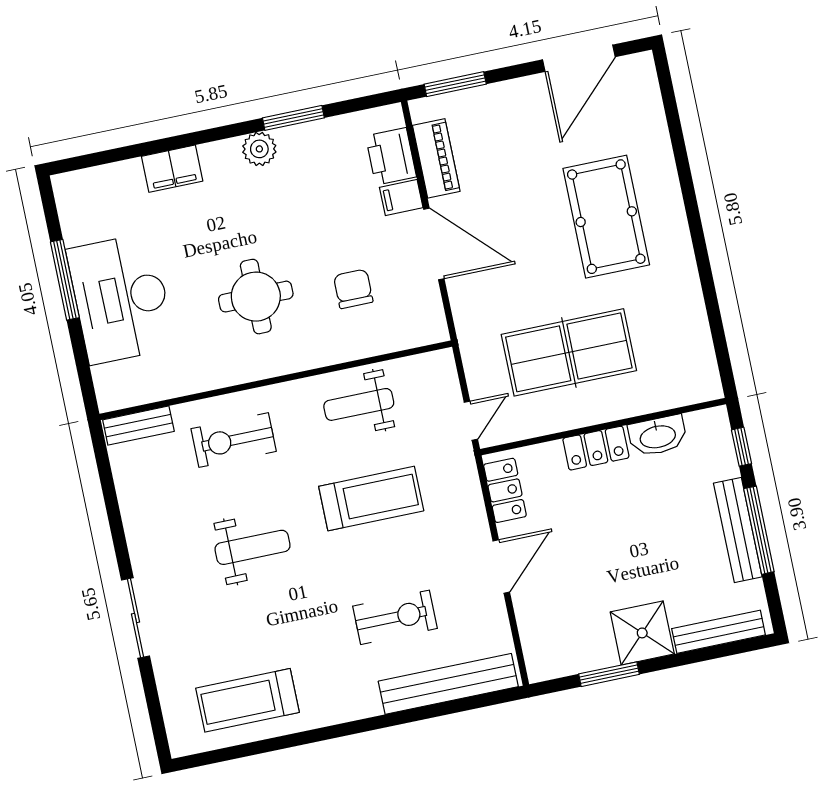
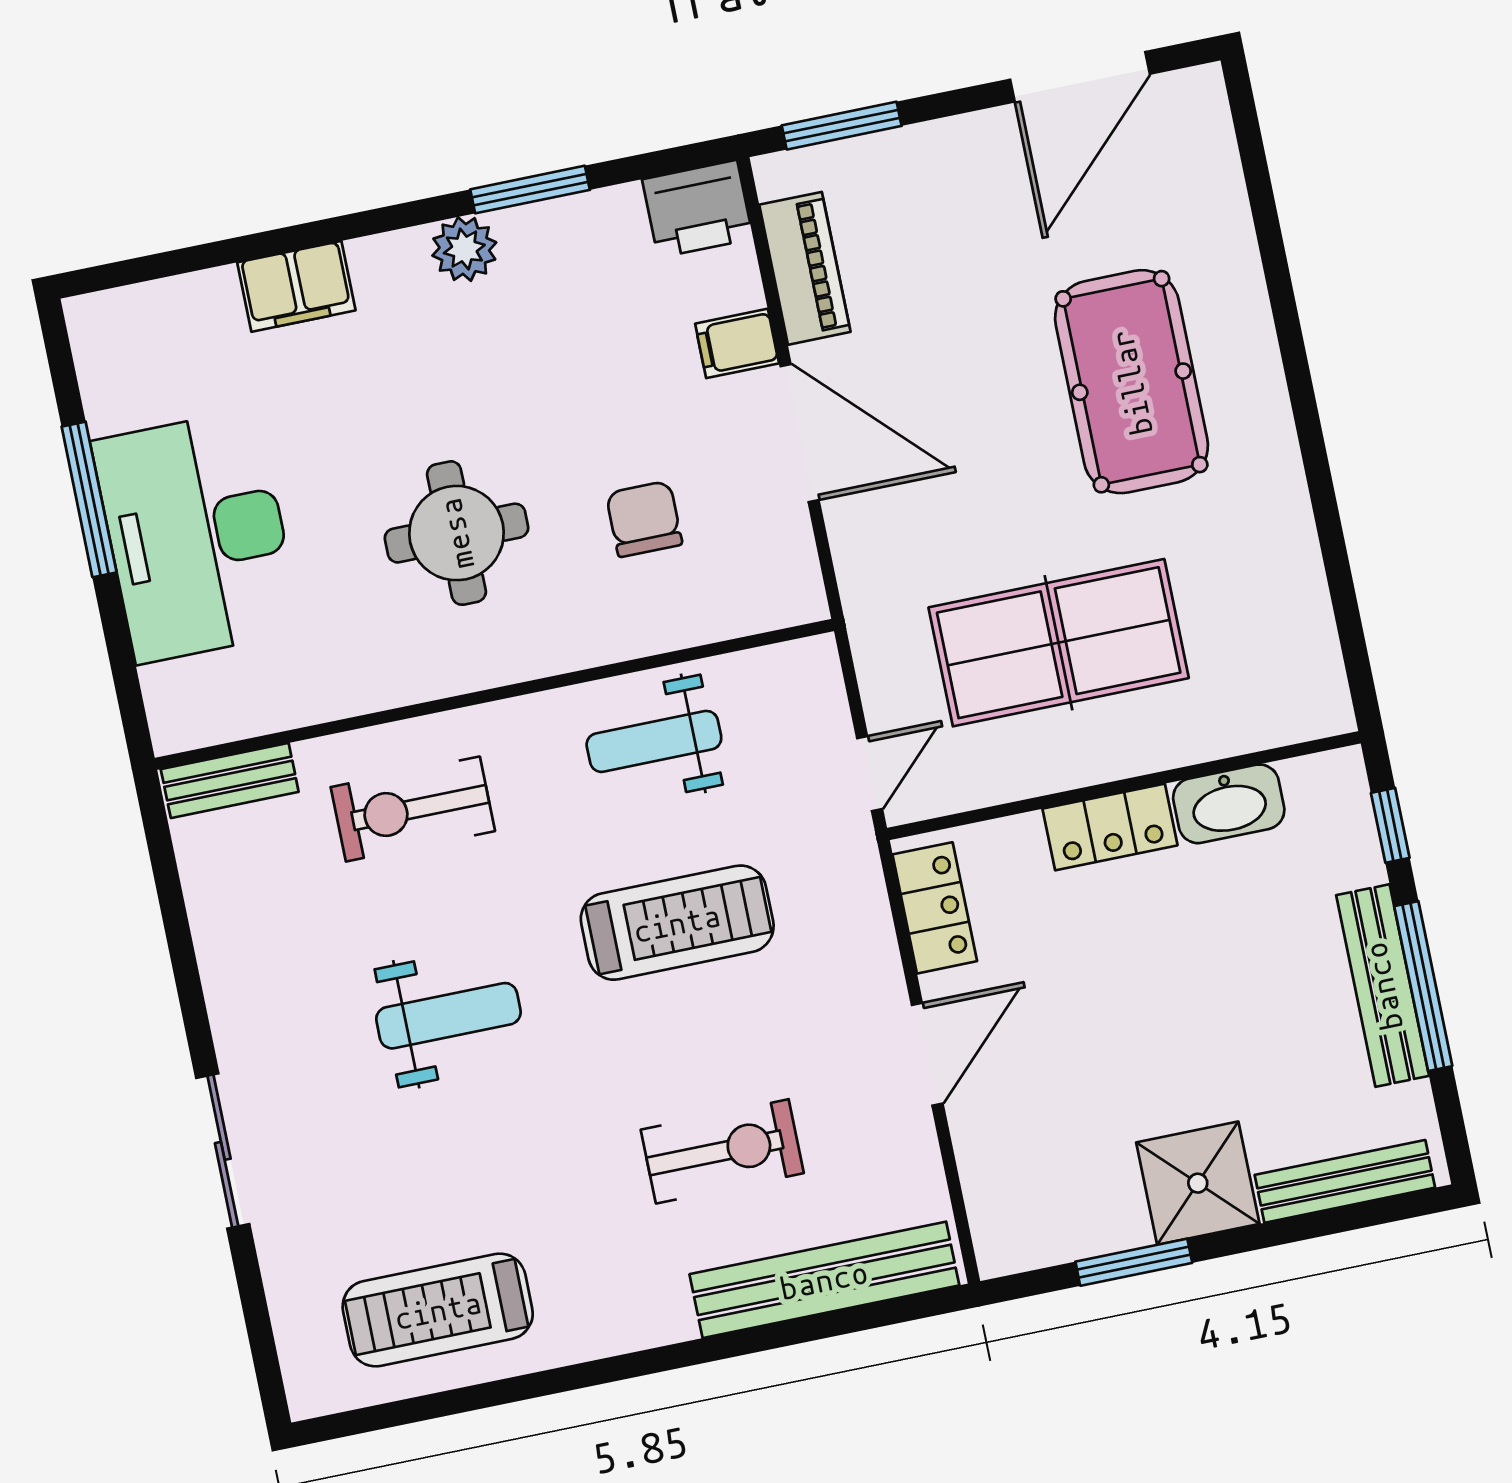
printer: (391, 156) -> (698, 209), moved, turned -90

